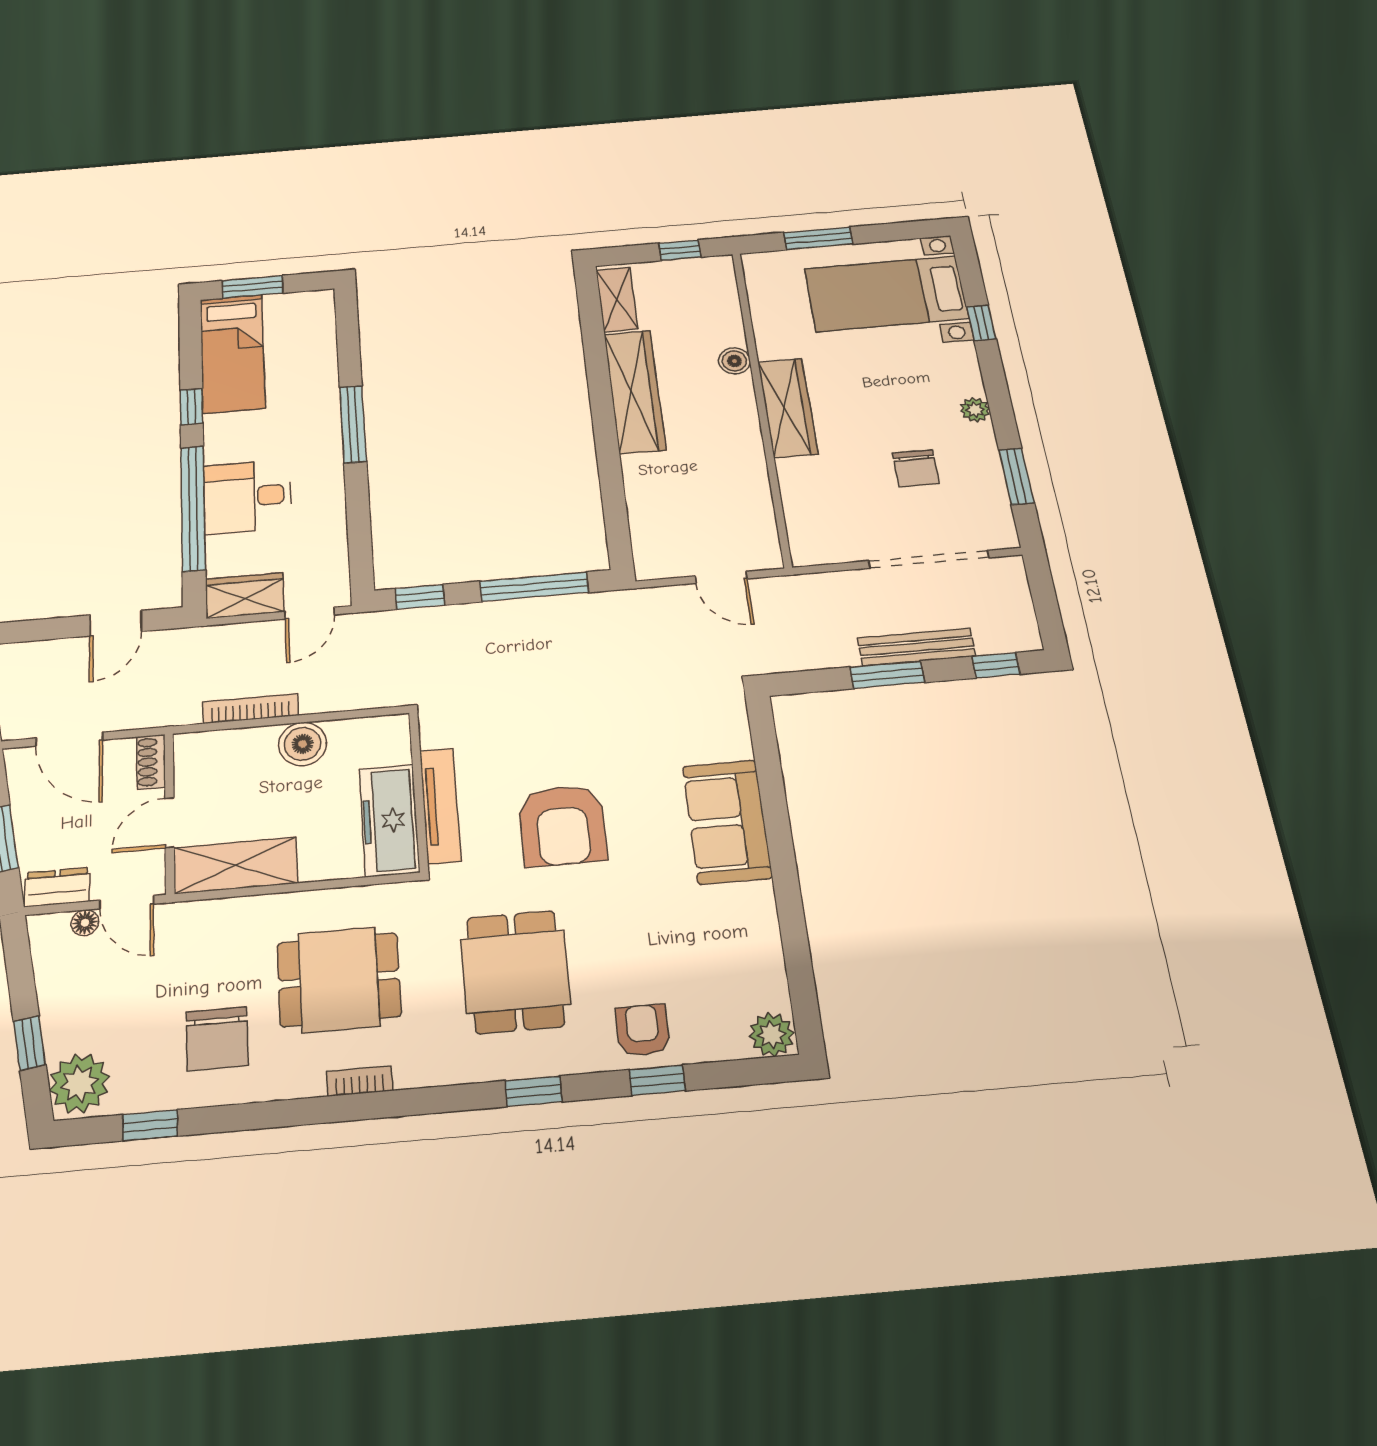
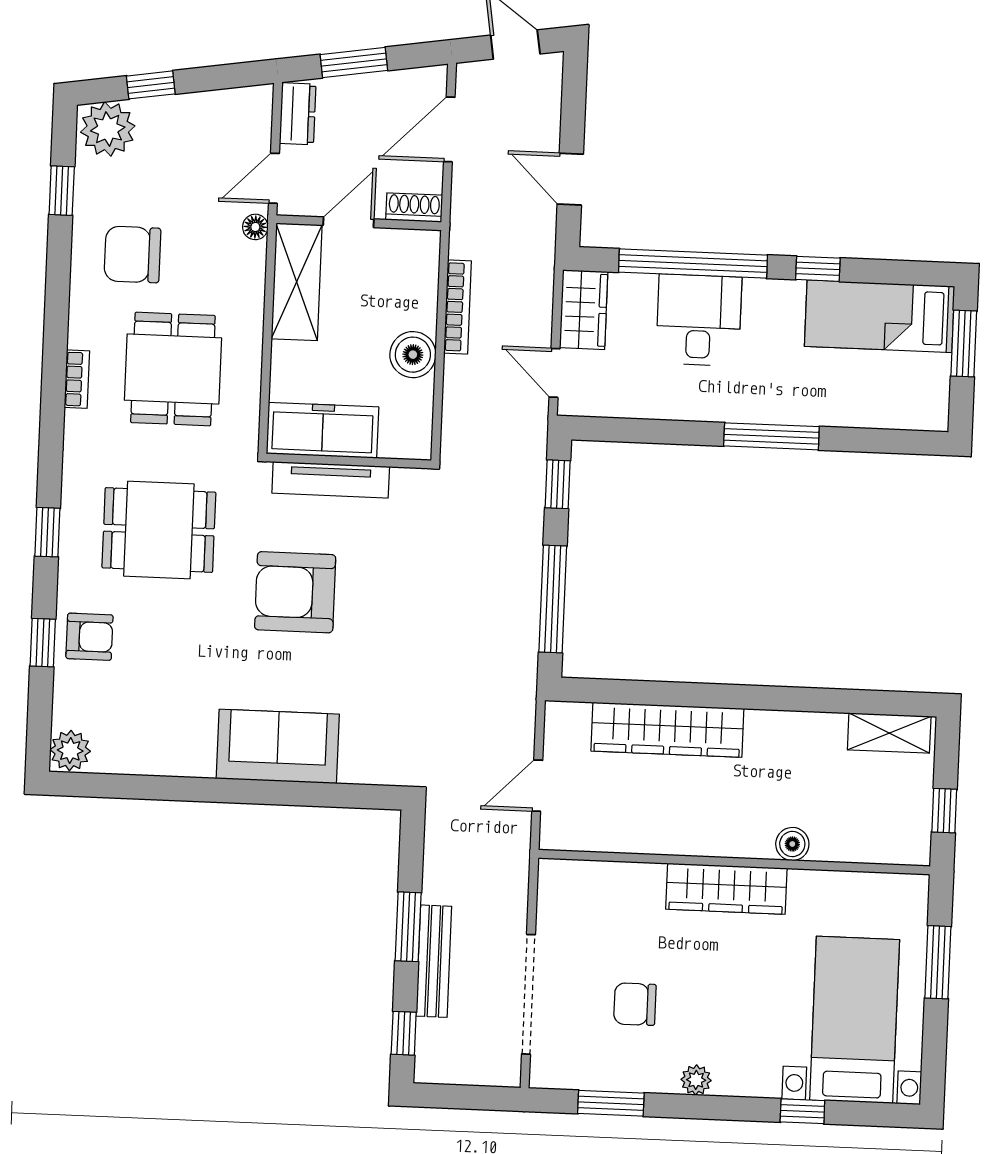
wardrobe: (635, 391) -> (667, 730), moved
door: (170, 823) -> (348, 222), hinge flipped
floor lamp: (85, 923) -> (255, 227), moved

